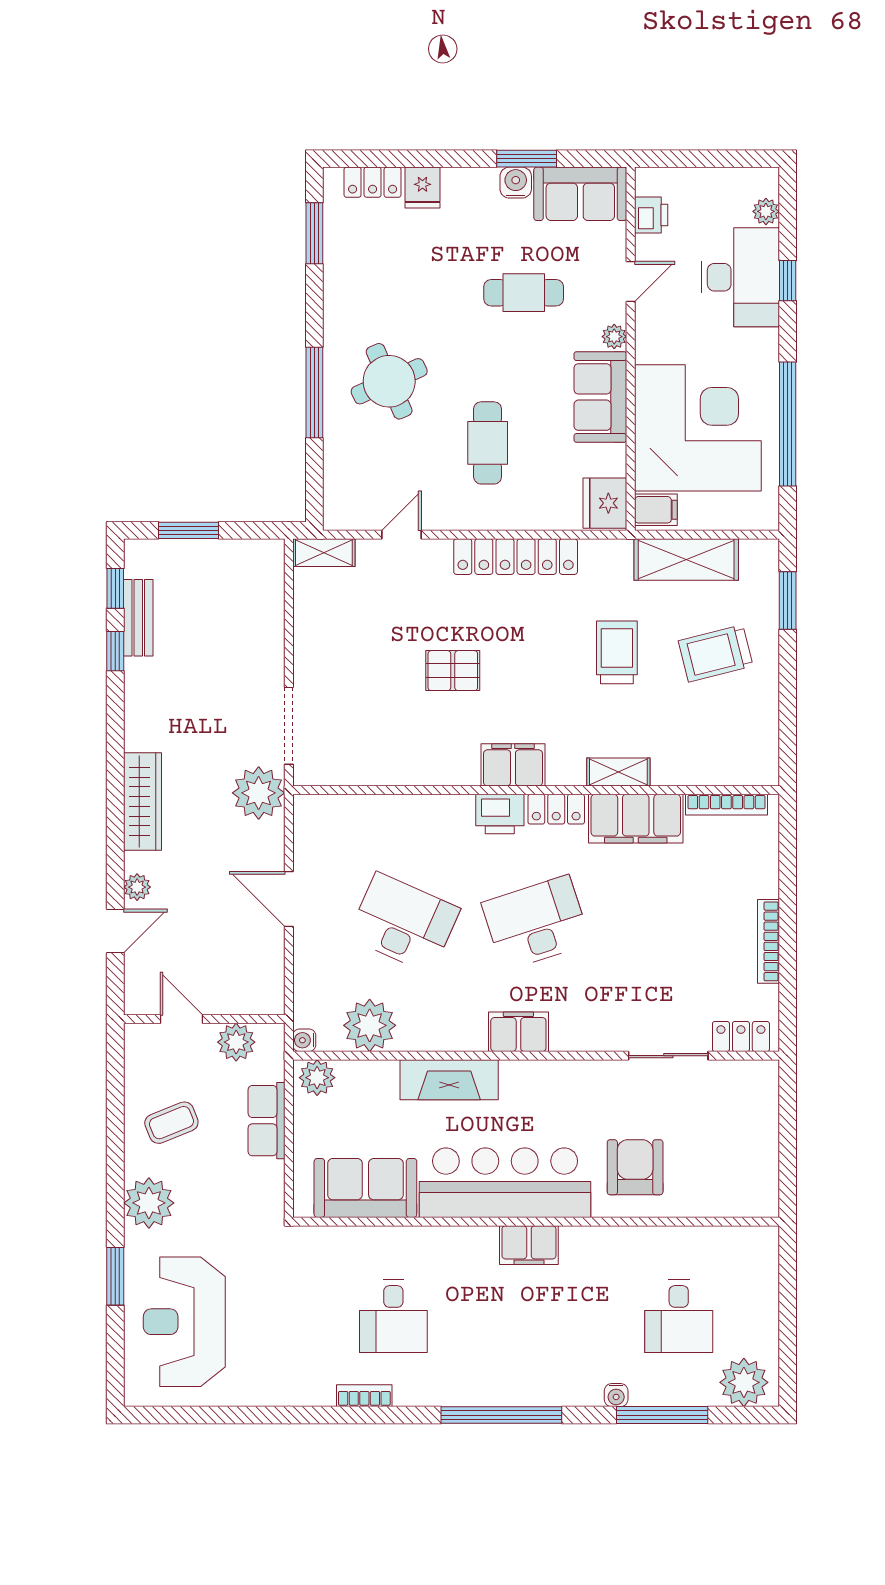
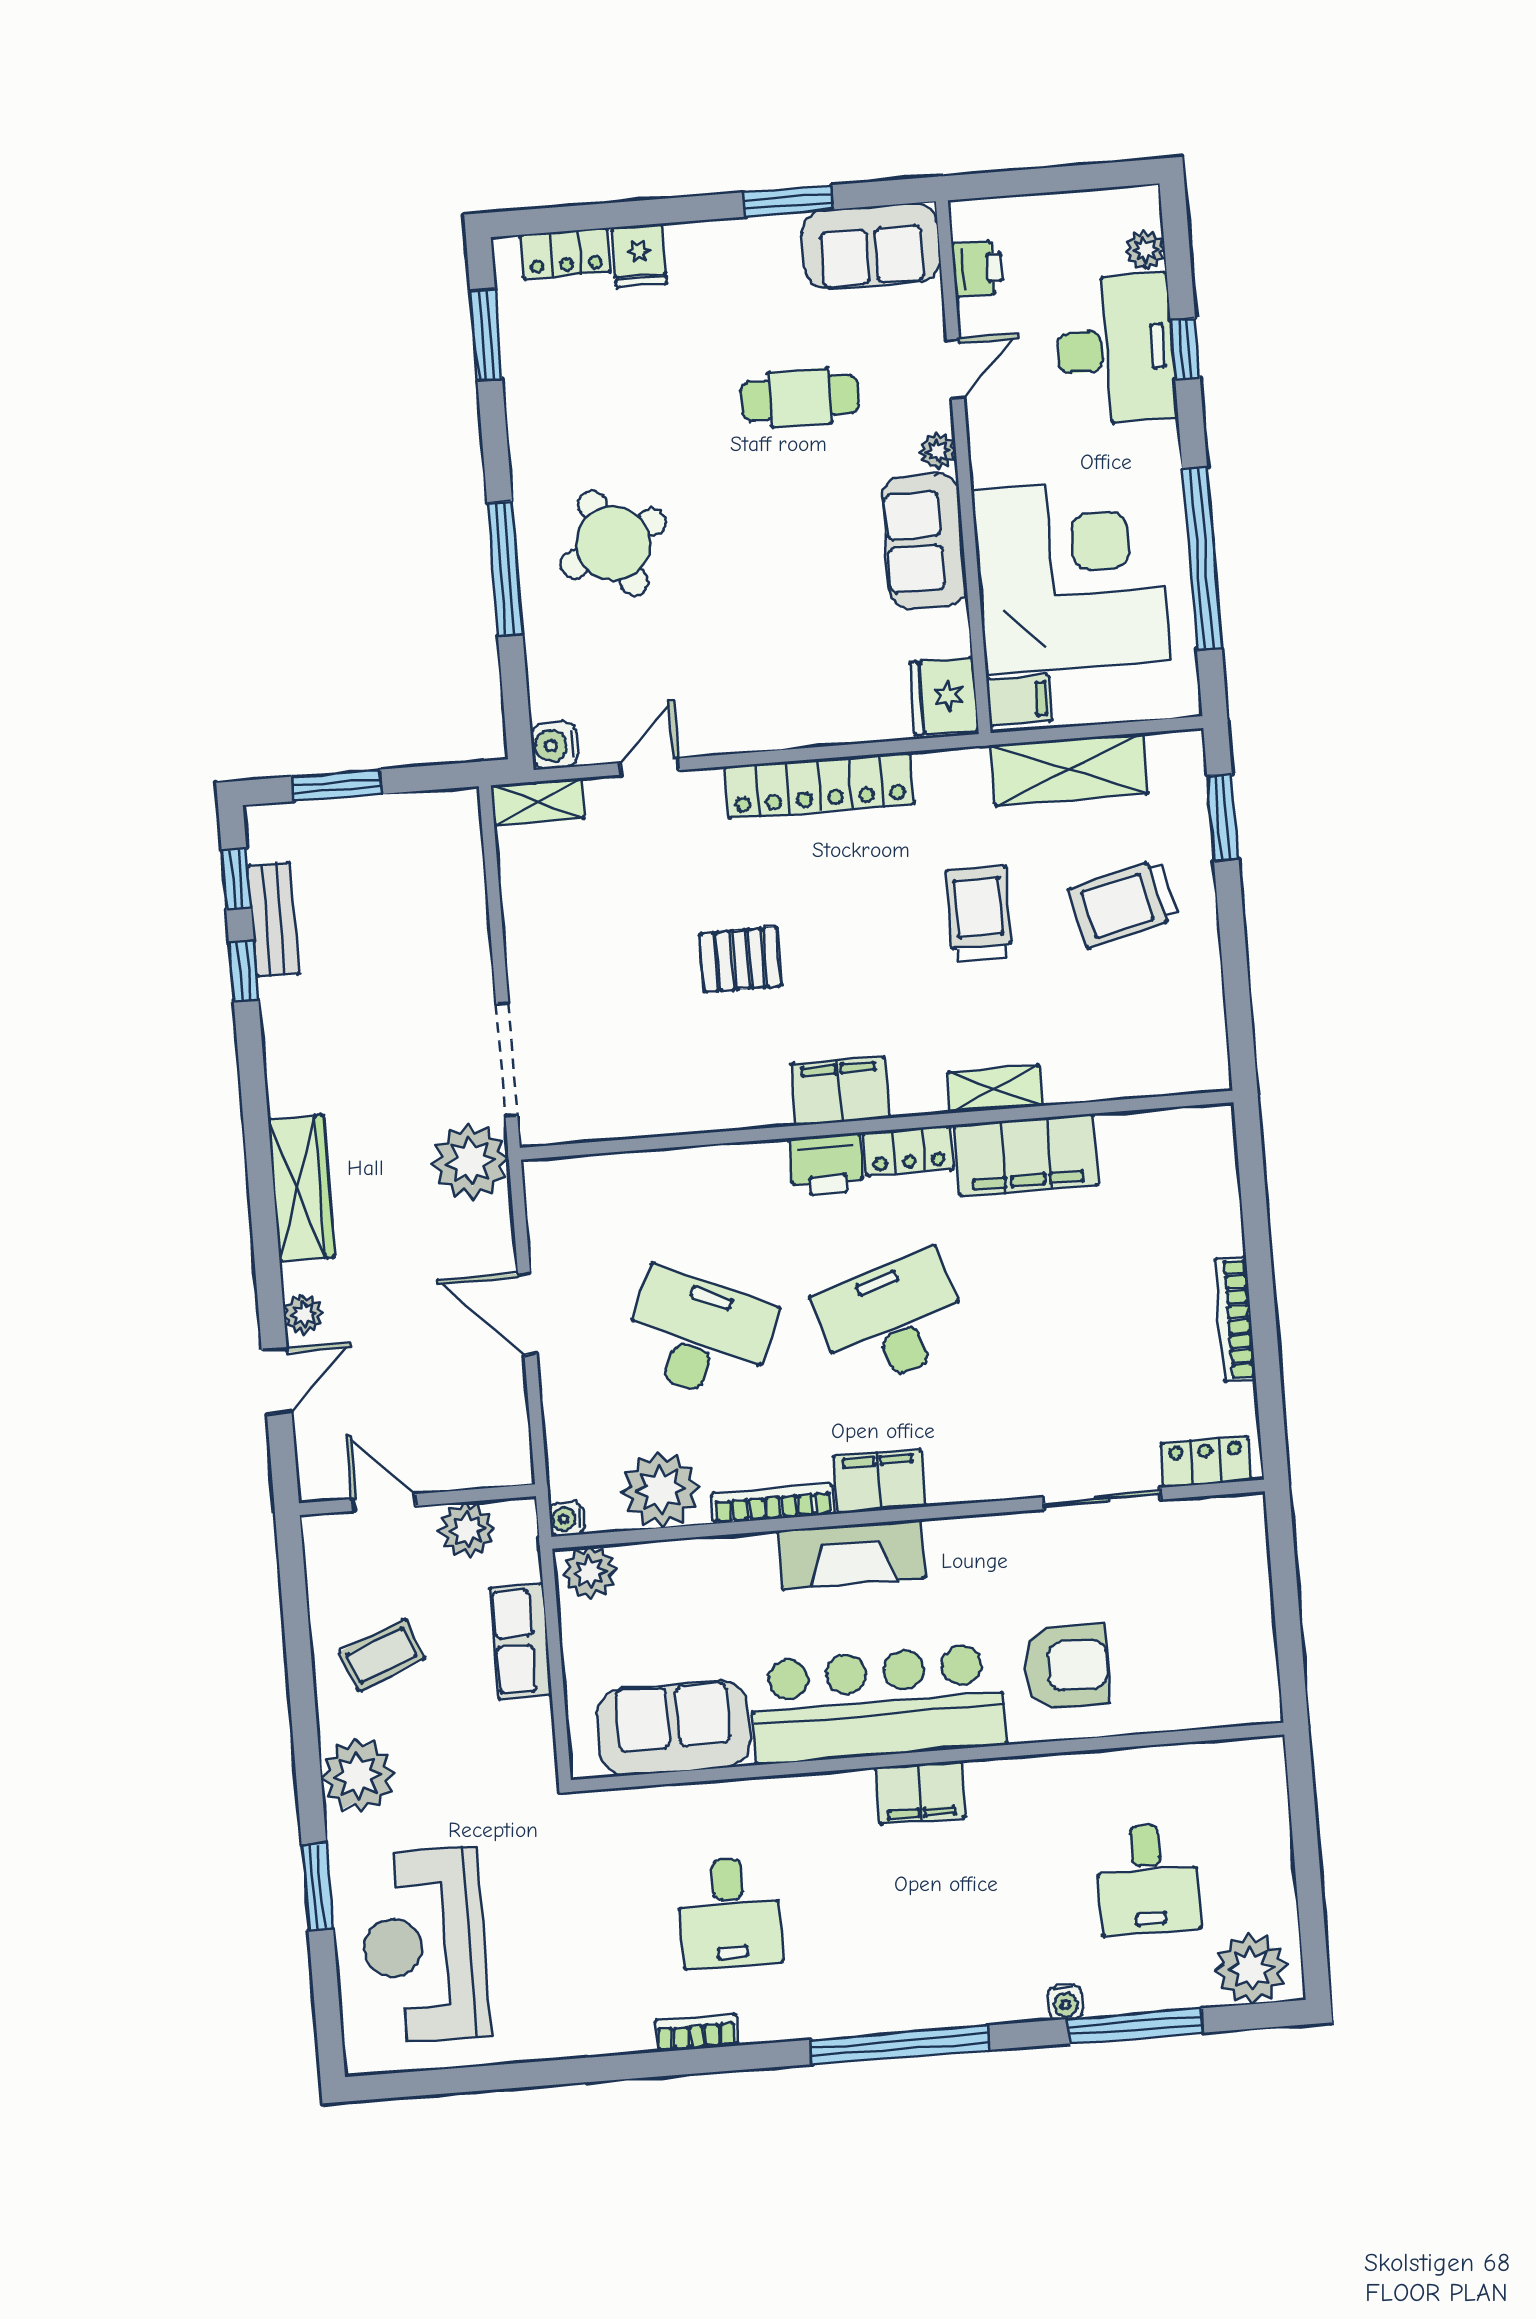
water cooler: (516, 183) -> (554, 745), moved, turned -90
cafe table: (488, 443) -> (765, 622), removed
bookcase: (726, 805) -> (773, 1504), moved, turned 180
fireplace: (449, 1080) -> (852, 1554), moved
armchair: (635, 1167) -> (1066, 1666), turned 90

